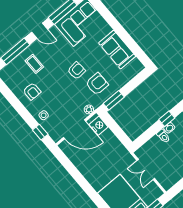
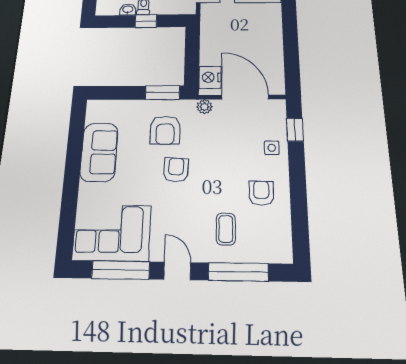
armchair: (76, 71) -> (176, 170), turned 98
armchair: (97, 84) -> (165, 130), turned -90
window: (167, 119) -> (146, 21), moved

